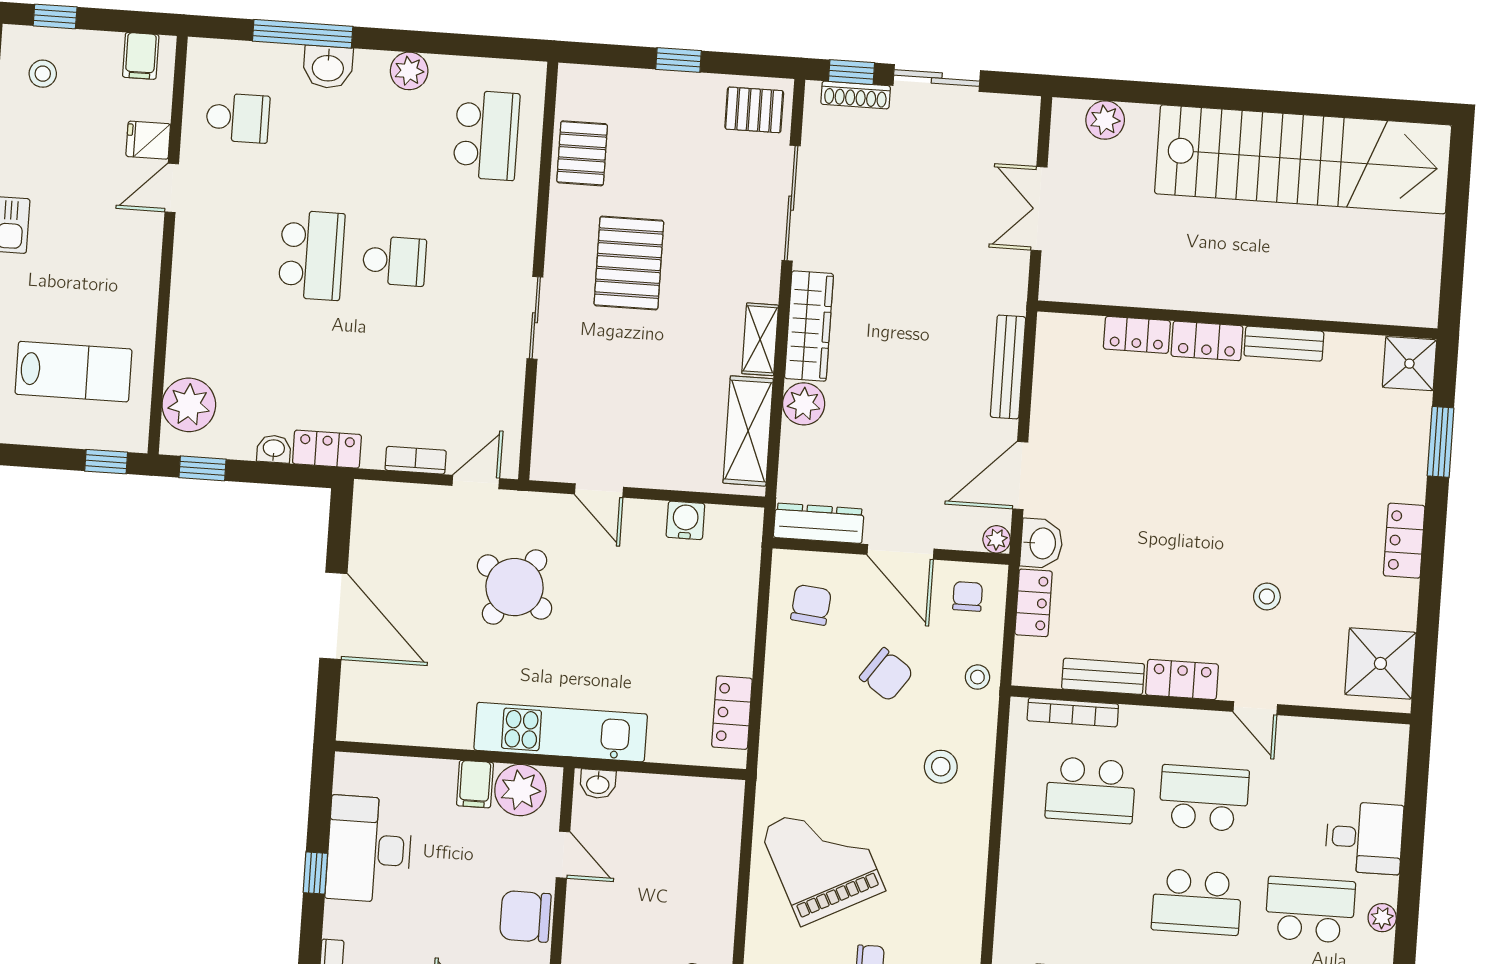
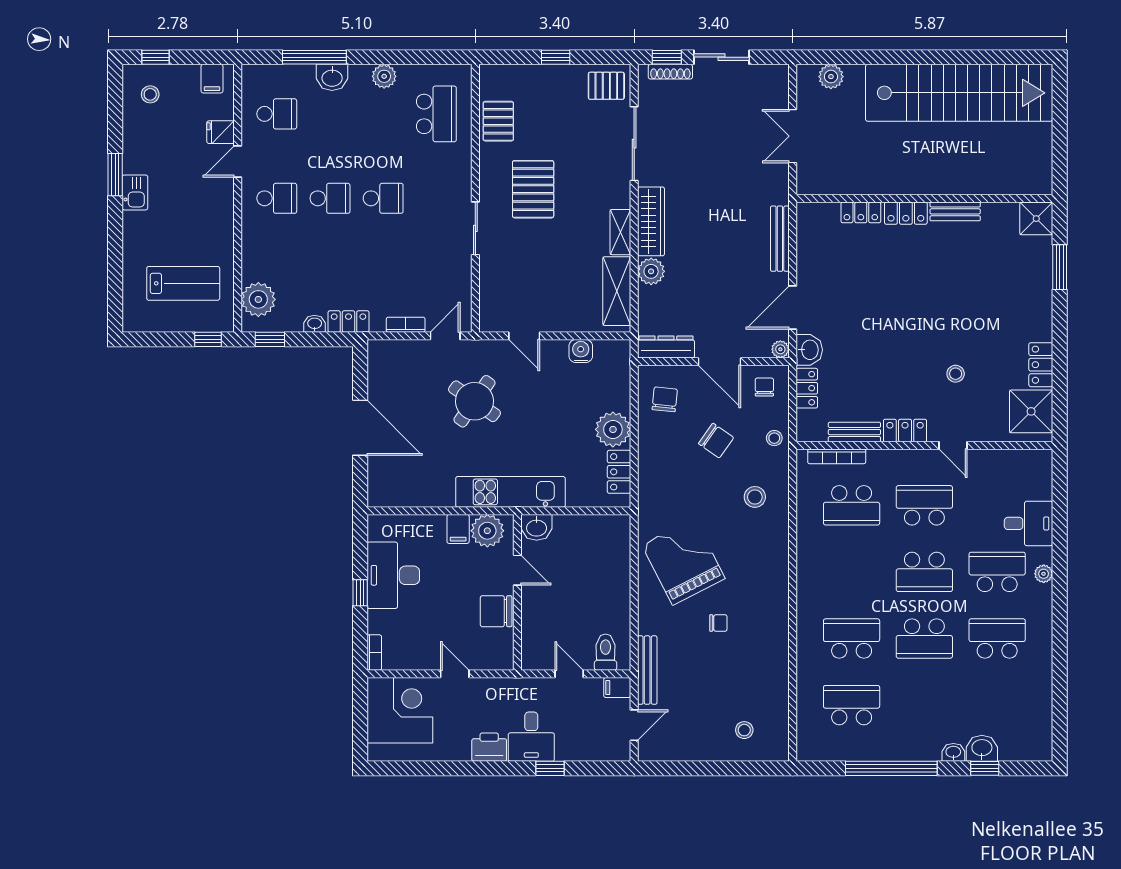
school desk: (229, 249) -> (277, 198), added
school desk: (311, 255) -> (330, 198), width x0.54
locker: (1404, 541) -> (1041, 365), moved
plant: (727, 646) -> (613, 429), added
washbasin: (598, 784) -> (537, 527), width x1.38, depth x1.45

